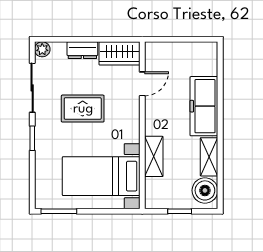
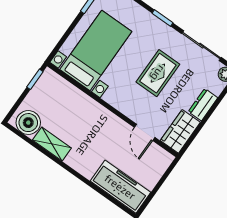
freezer: (204, 106) -> (120, 187), moved
shelving: (154, 156) -> (82, 102), removed
window: (180, 211) -> (35, 79), moved

